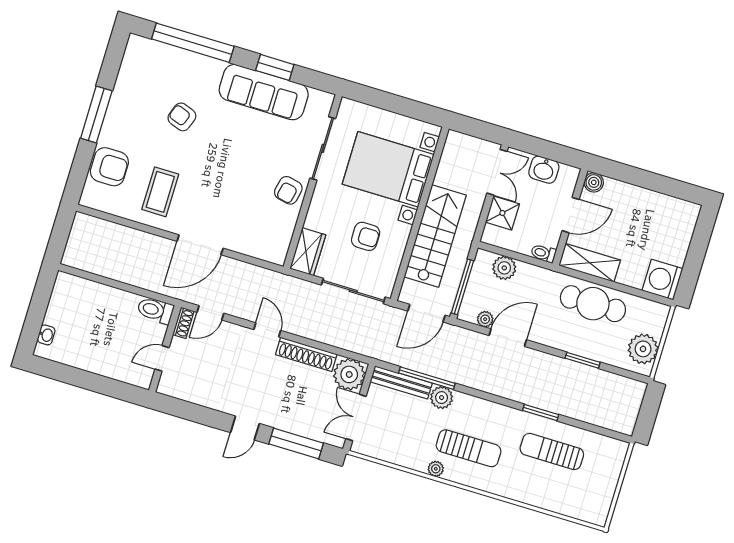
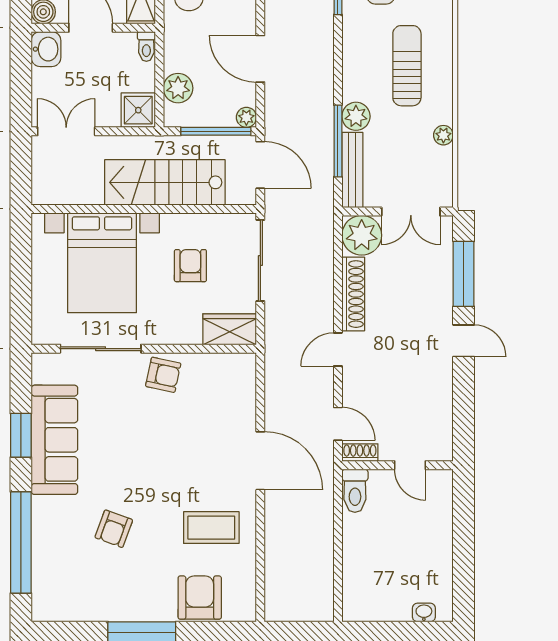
washbasin: (544, 170) -> (46, 49), moved
shower: (502, 213) -> (138, 110), moved
plant: (485, 319) -> (246, 117), moved
plant: (436, 469) -> (443, 135), moved

